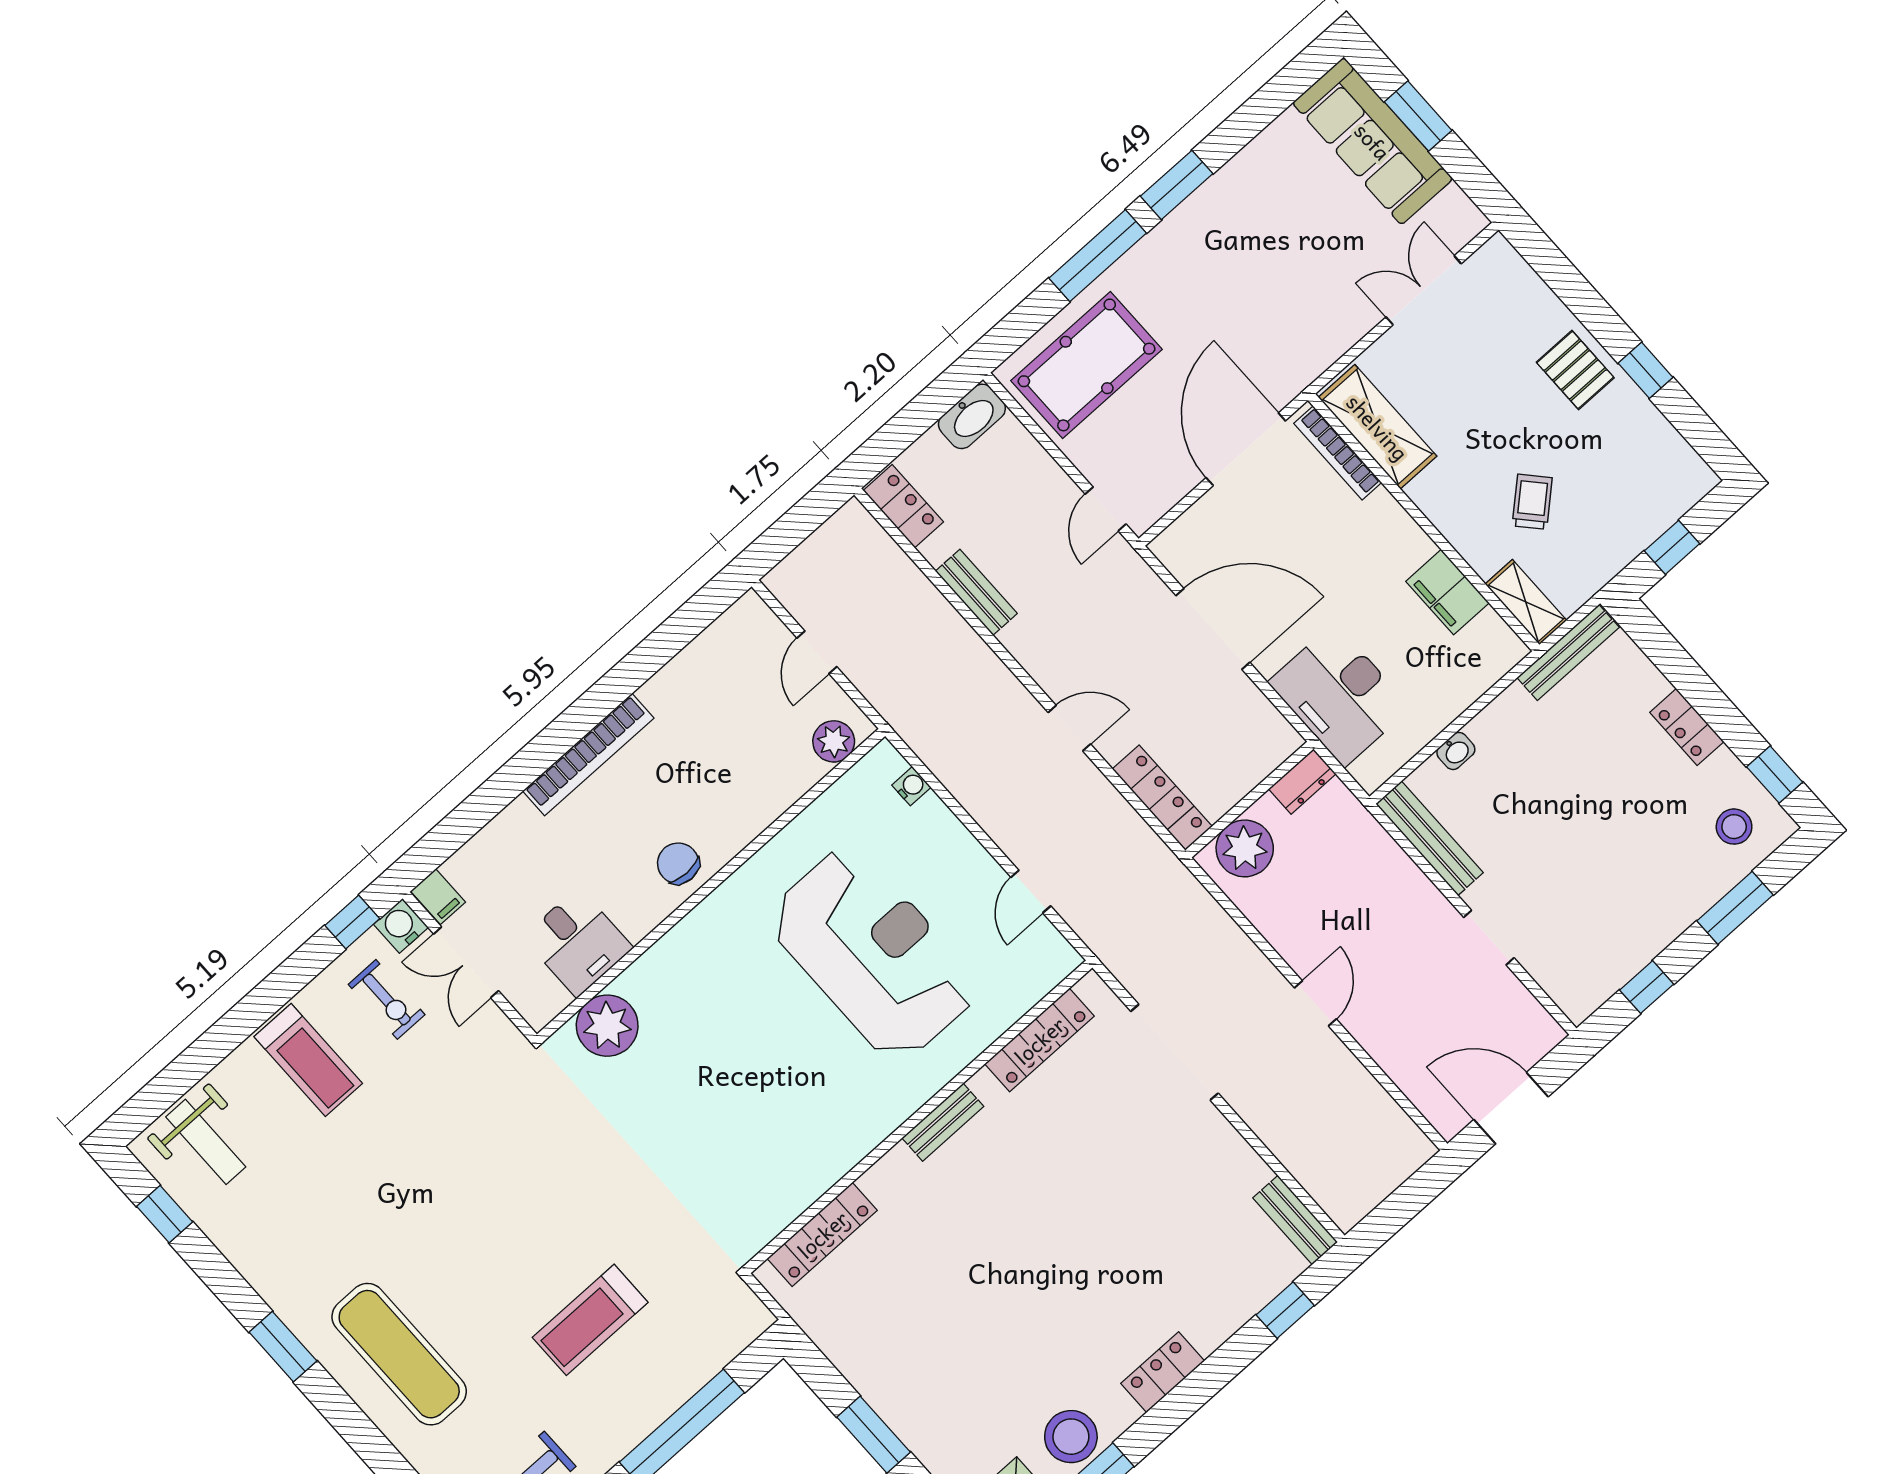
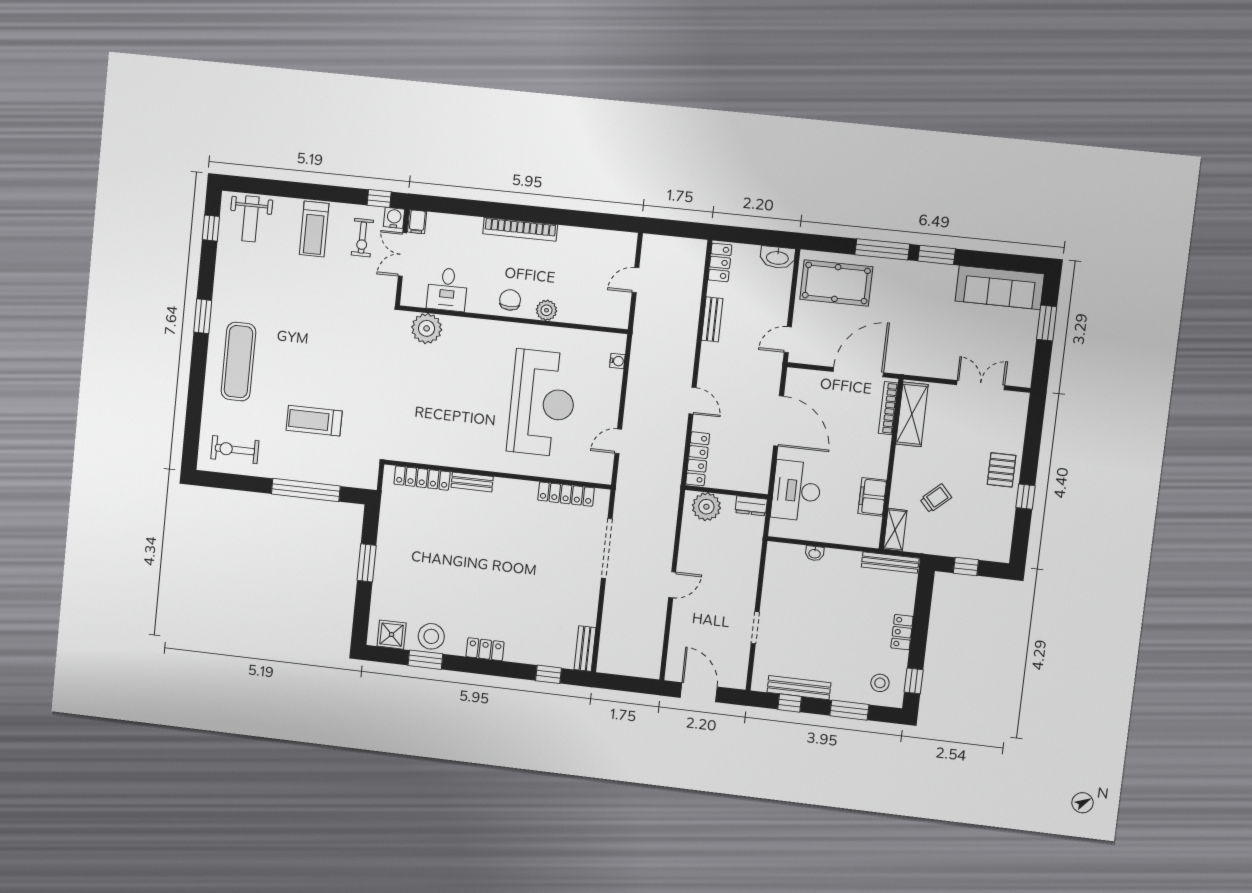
sofa: (1373, 141) -> (1000, 288), moved, turned -90
plant: (834, 741) -> (547, 310), moved
bench: (1430, 838) -> (799, 688), moved, turned 90
bench: (943, 1122) -> (472, 482), moved

